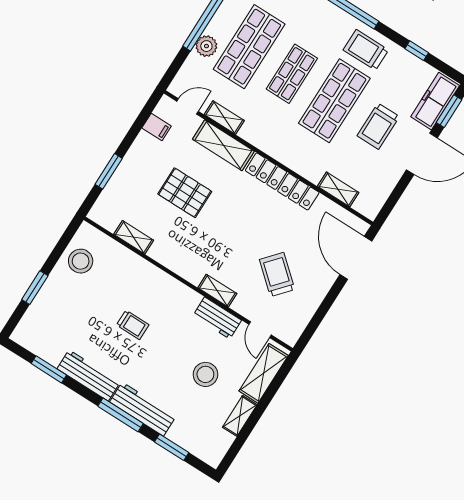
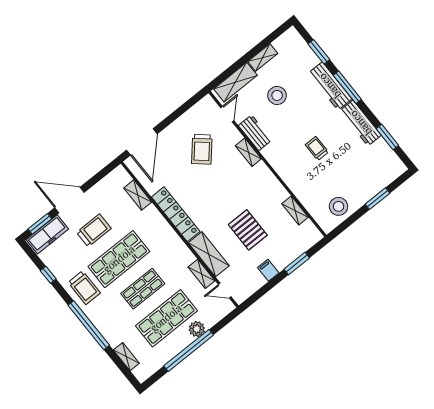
filing cabinet: (157, 127) -> (268, 270), moved

